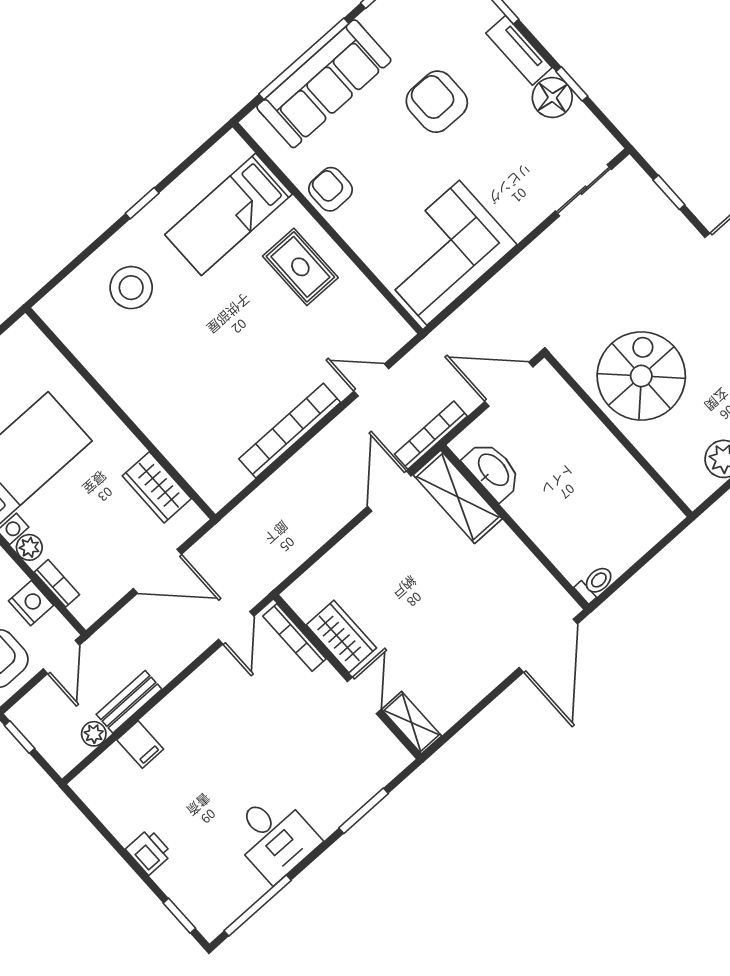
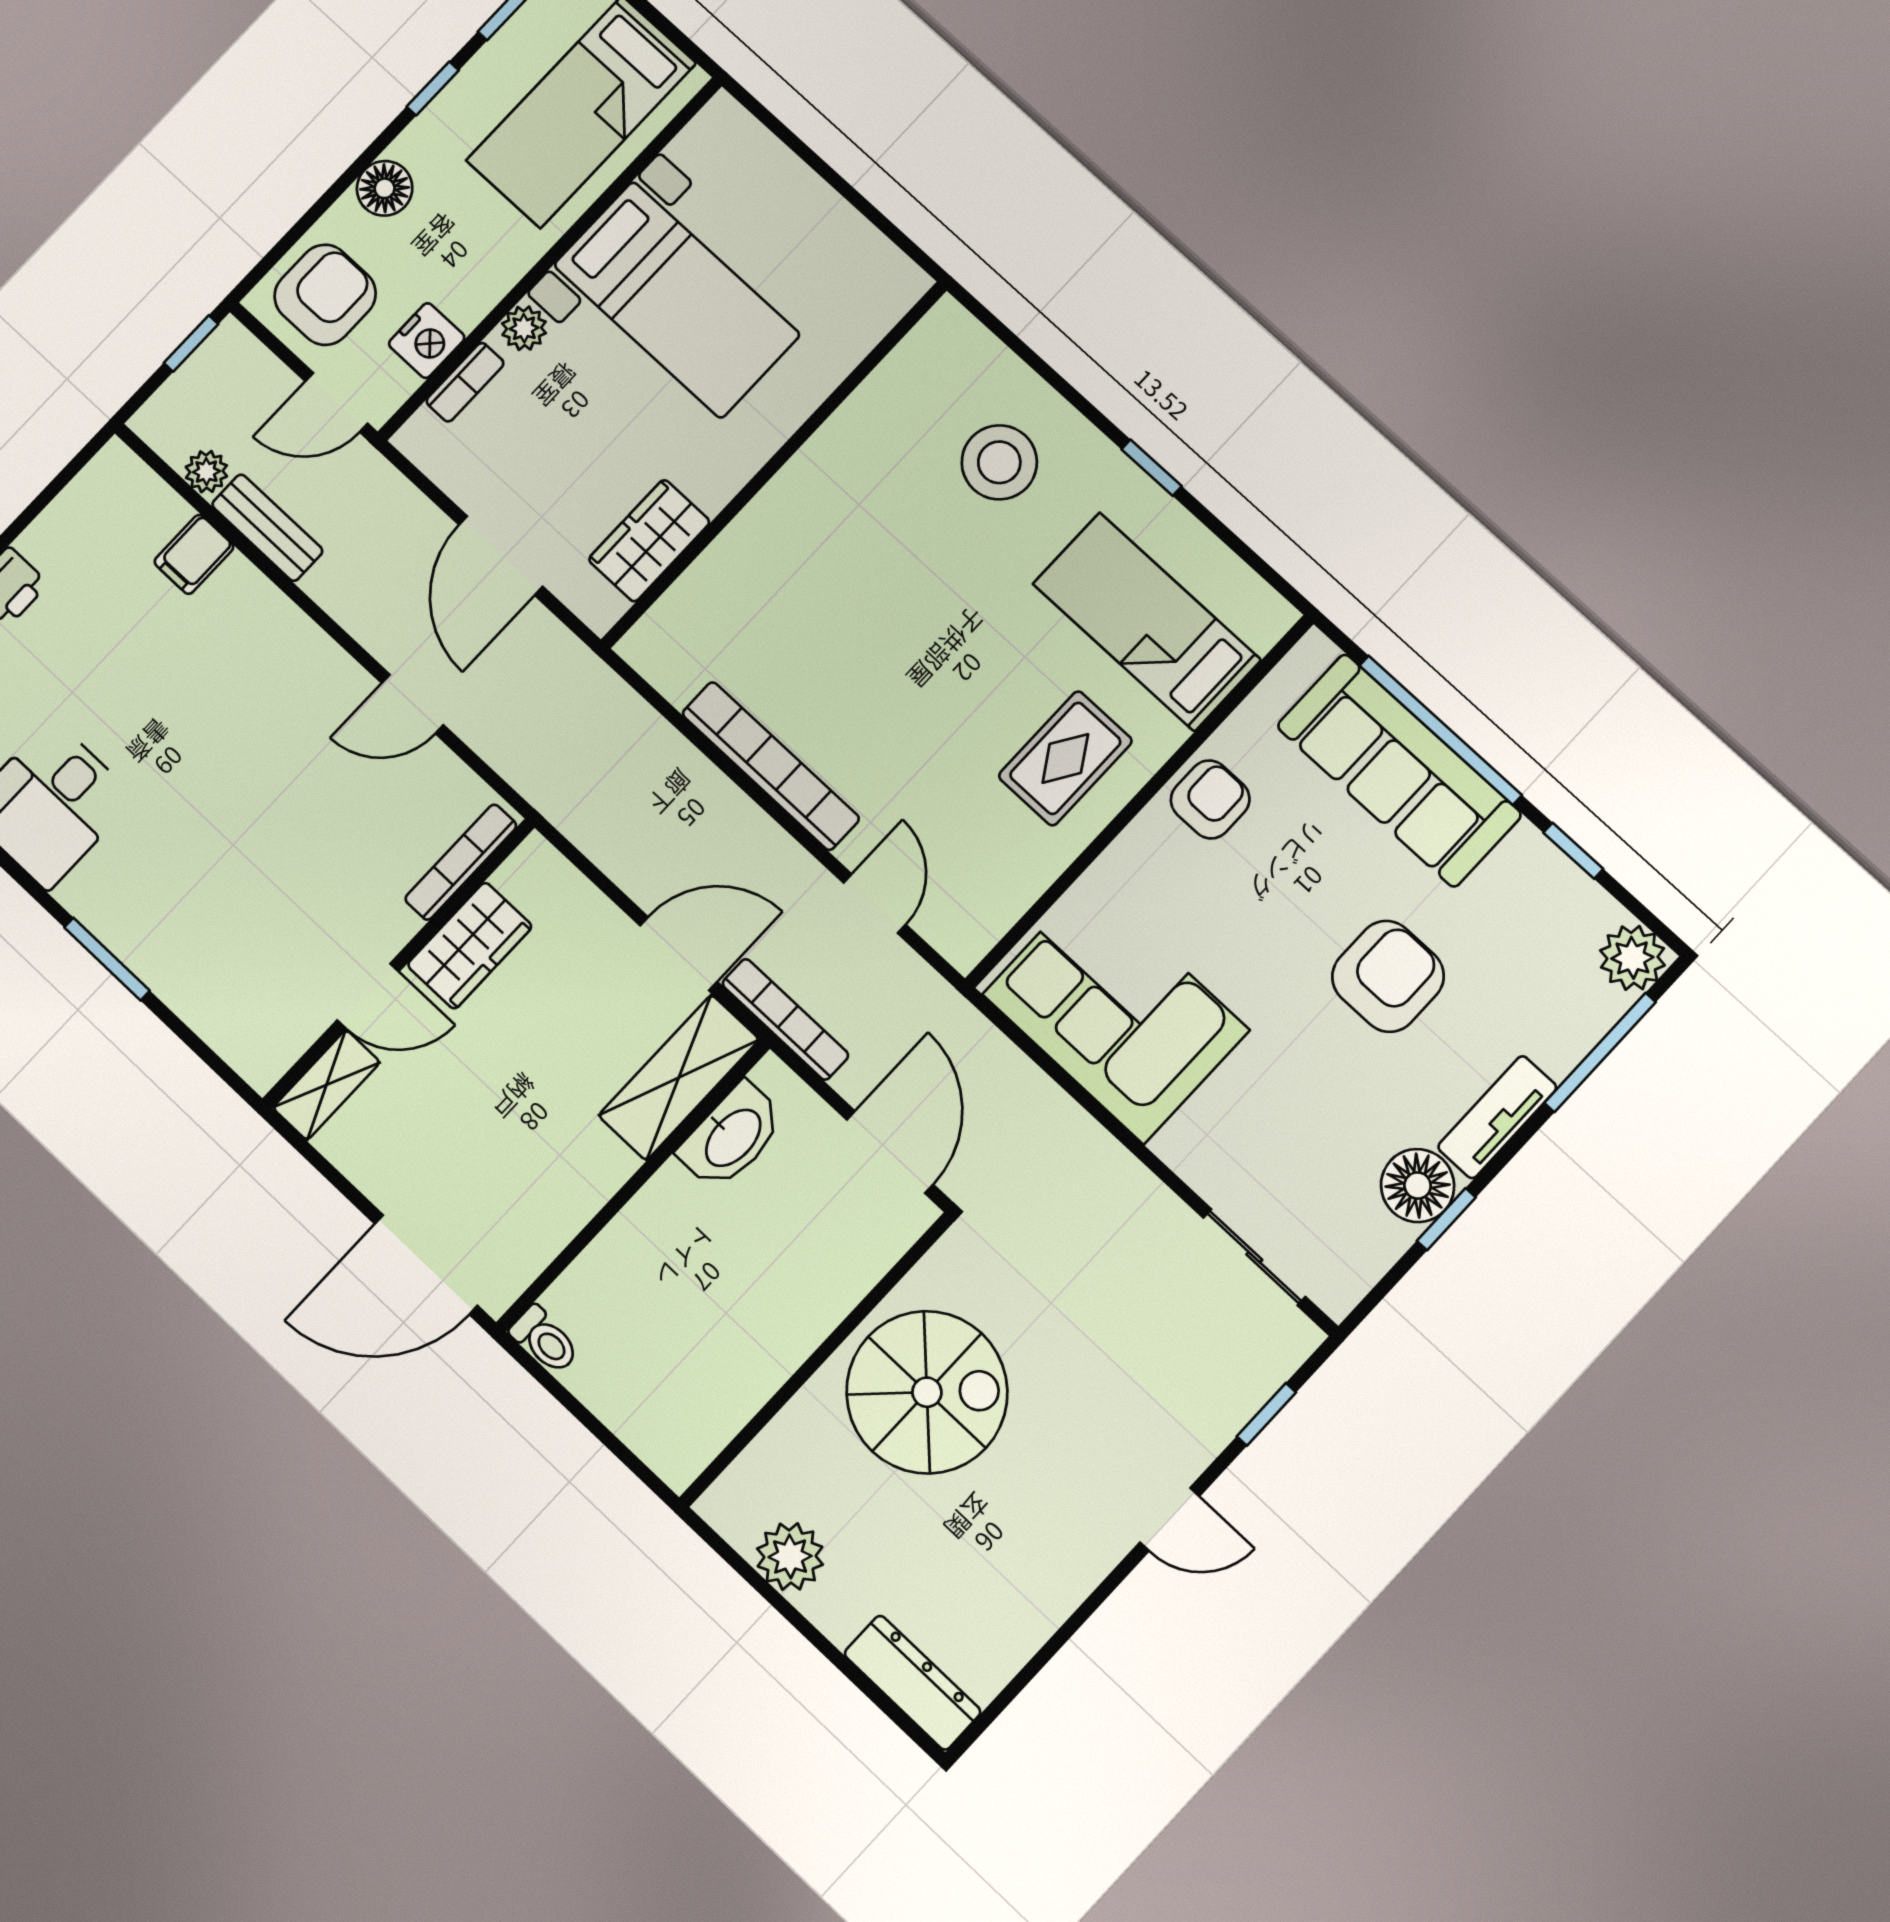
wardrobe: (341, 636) -> (470, 946), moved
bookcase: (294, 638) -> (461, 862), moved
wall: (347, 677) -> (399, 963), moved
door: (364, 696) -> (368, 996), moved
shelving: (412, 723) -> (326, 1085), moved

